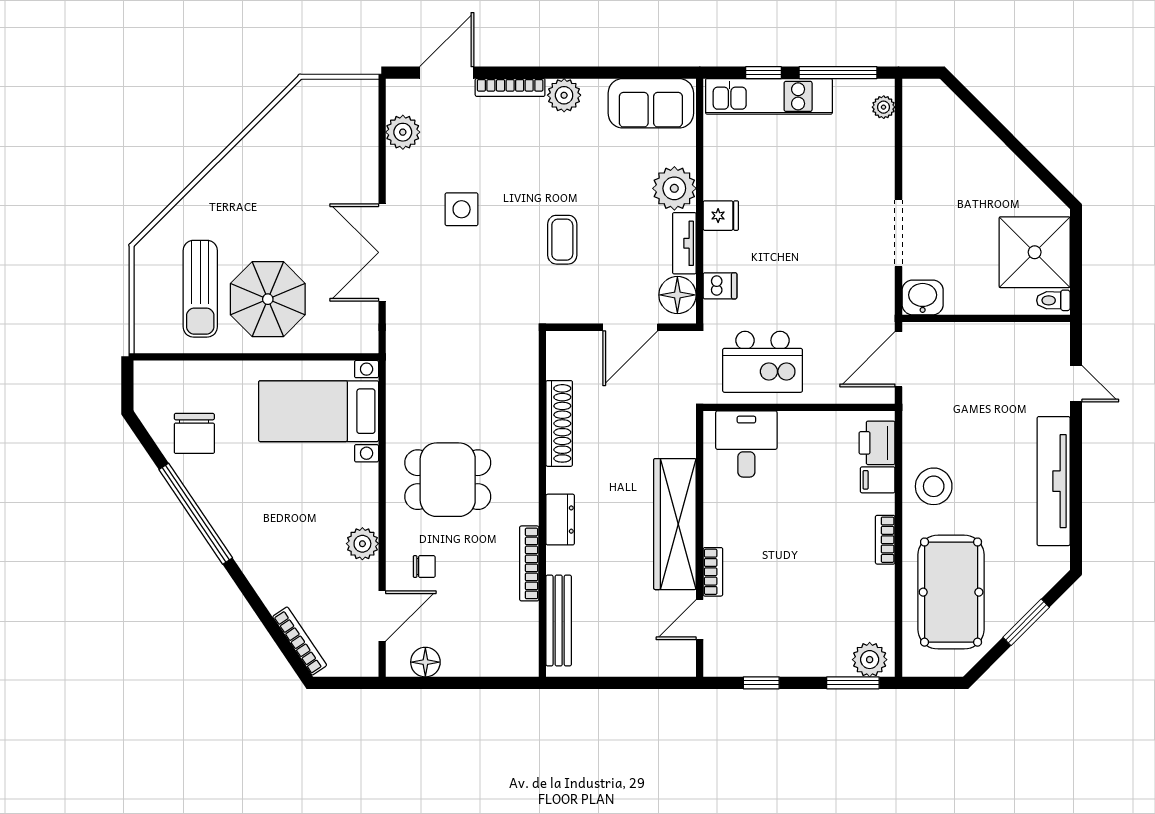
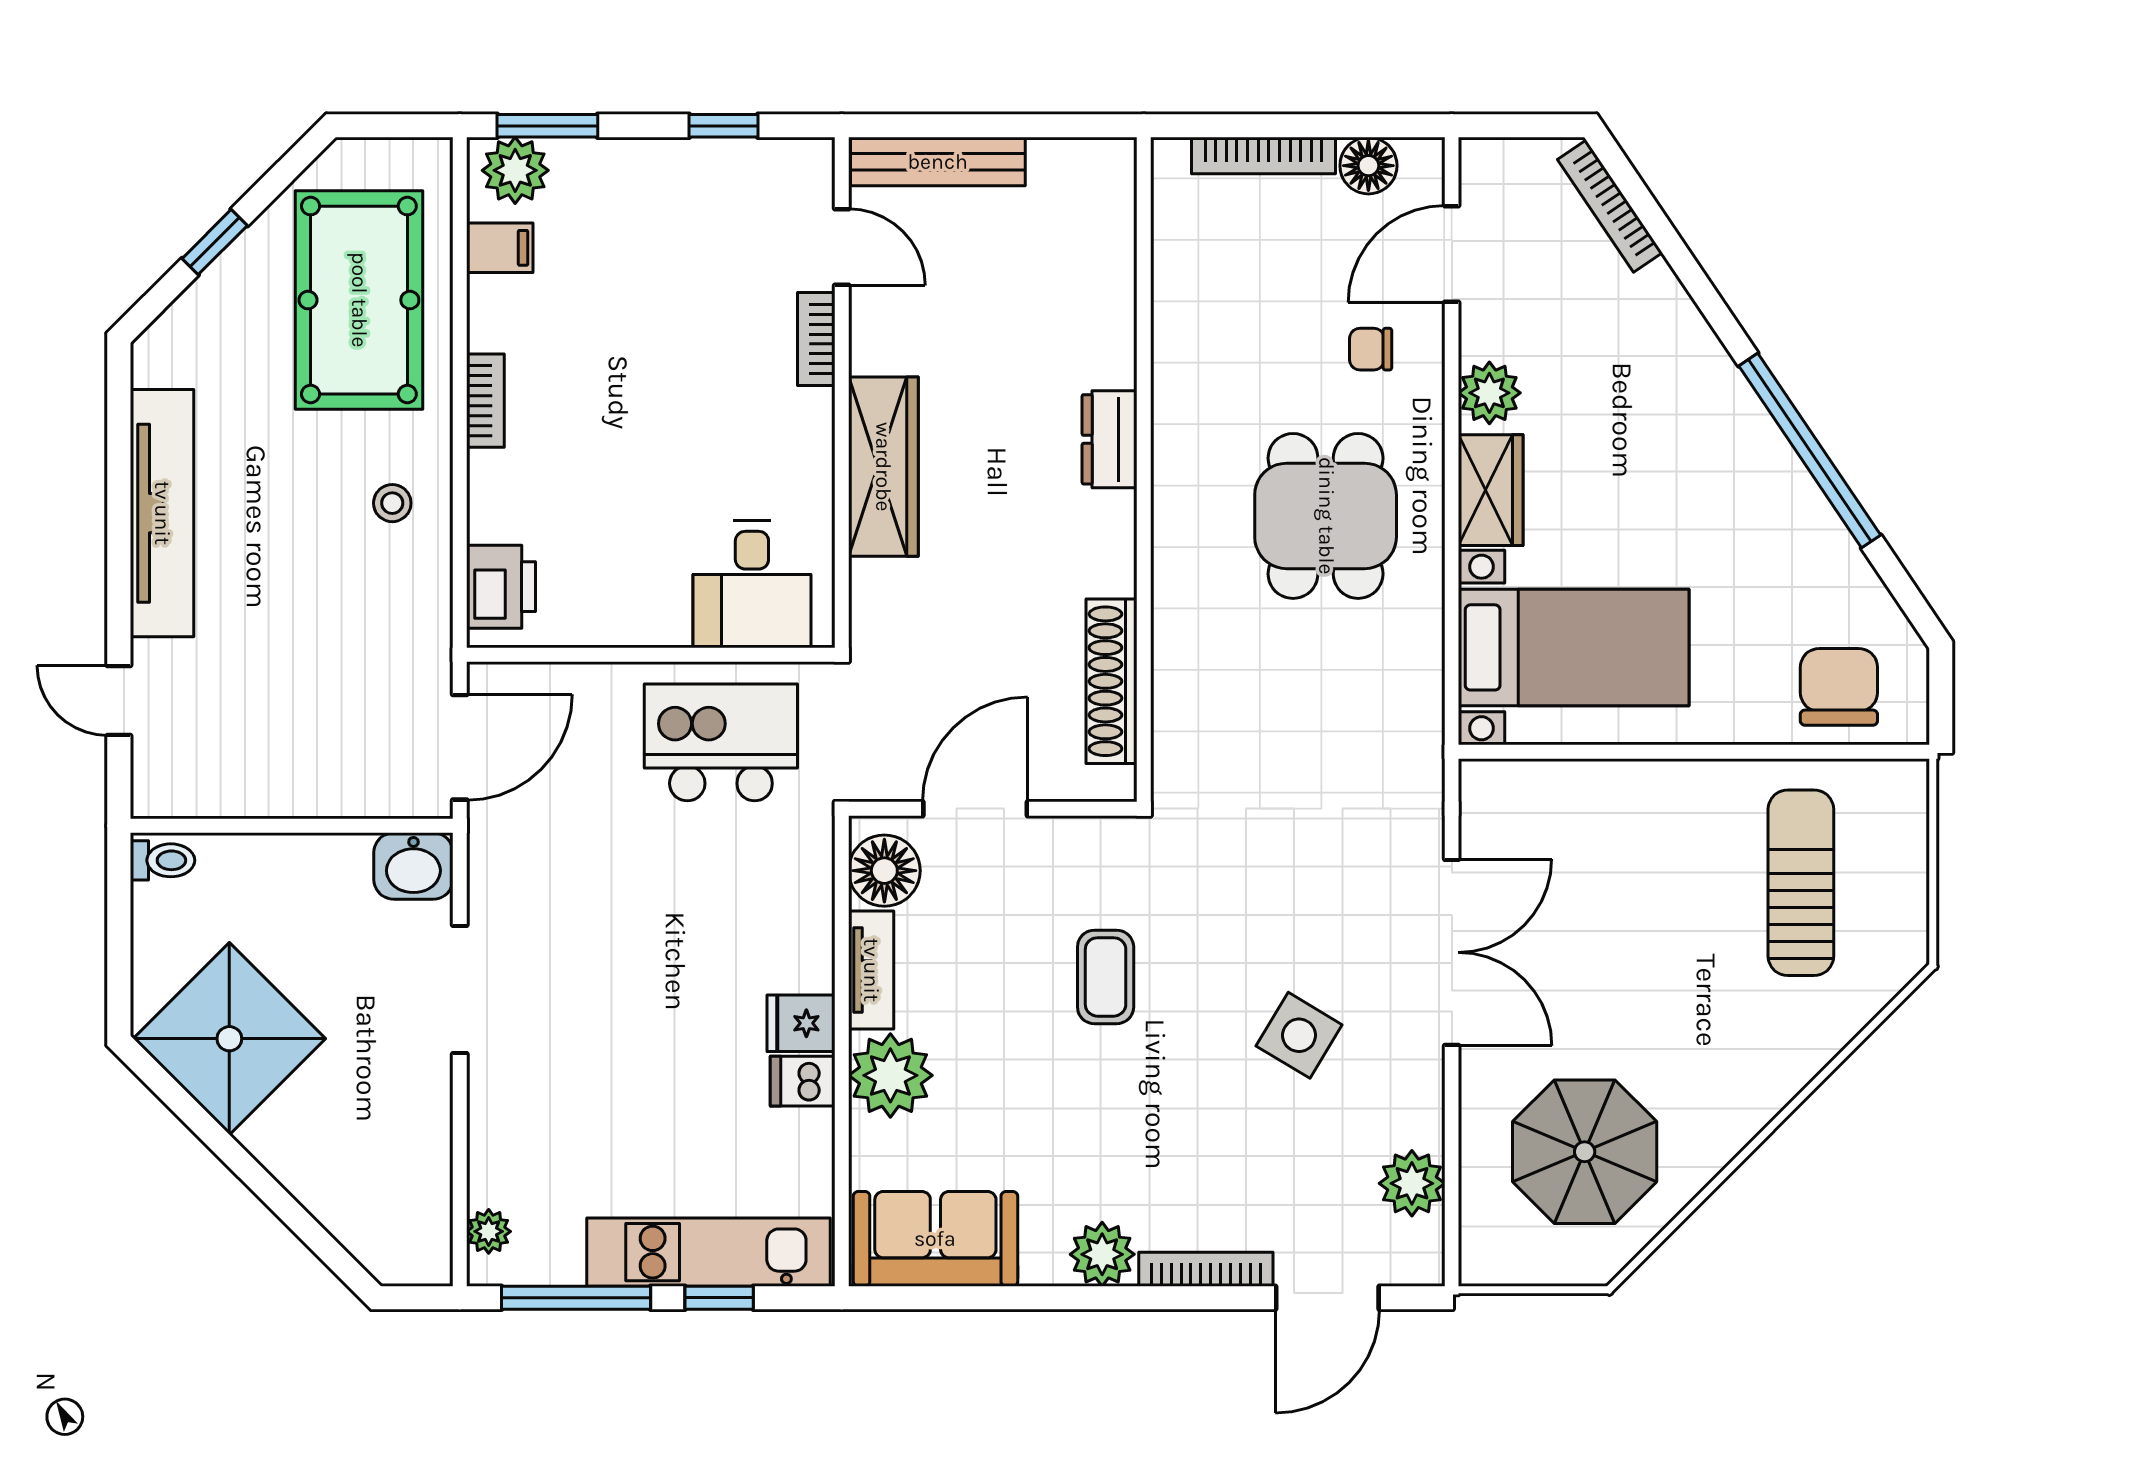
side table: (462, 209) -> (1299, 1035), turned 31
shower: (1035, 252) -> (229, 1039), moved, turned 45
dishwasher: (720, 286) -> (803, 1081), moved
parasol: (268, 299) -> (1585, 1152), moved
shoe rack: (559, 423) -> (1112, 681), moved
chair: (194, 433) -> (1839, 687), moved
dining table: (448, 480) -> (1326, 516), turned 90
filing cabinet: (878, 480) -> (500, 248), moved
stool: (934, 486) -> (392, 503), width x0.53, depth x0.53
wardrobe: (362, 493) -> (1491, 490), added
wardrobe: (675, 524) -> (883, 467), width x0.71, depth x0.85
bookcase: (529, 563) -> (1264, 156), moved, turned 90
door: (700, 620) -> (842, 247), hinge flipped
bench: (559, 621) -> (938, 162), moved, turned 90
window: (1026, 622) -> (215, 242), width x0.67

